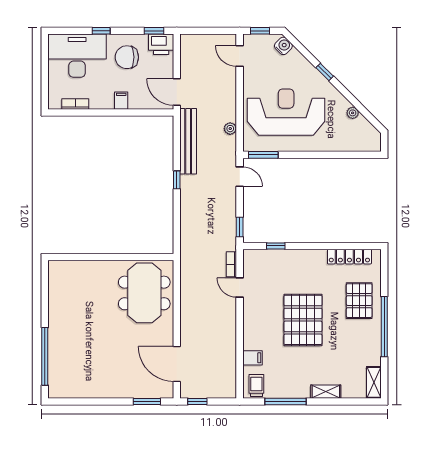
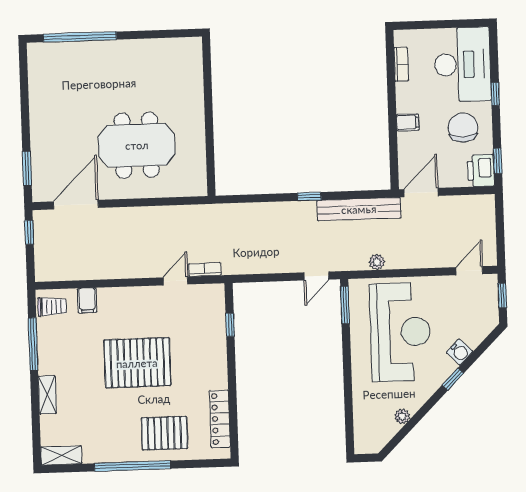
water cooler: (283, 46) -> (460, 352), moved
window: (240, 227) -> (253, 278), removed
meeting table: (144, 293) -> (137, 145), moved

